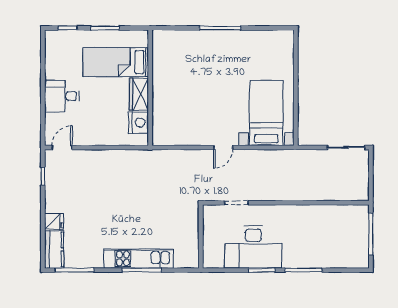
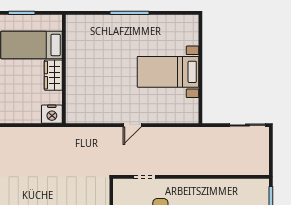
bed with nightstands: (266, 113) -> (168, 72), moved, turned -90
nightstand: (139, 123) -> (52, 114), moved, turned 90

